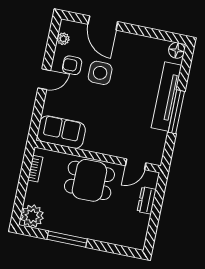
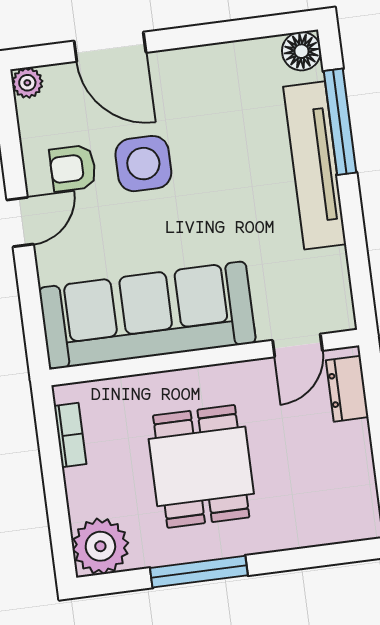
plant: (63, 39) -> (27, 83), moved
window: (176, 112) -> (340, 122), moved
sofa: (61, 132) -> (147, 315), width x1.85, depth x1.27
dining table: (89, 180) -> (201, 466), moved, turned 90
dresser: (147, 200) -> (347, 389), moved

